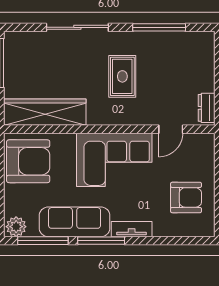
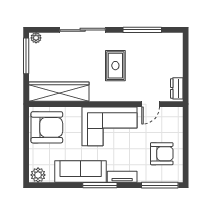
plant: (13, 38) -> (36, 38), added
window: (43, 241) -> (160, 185), moved

